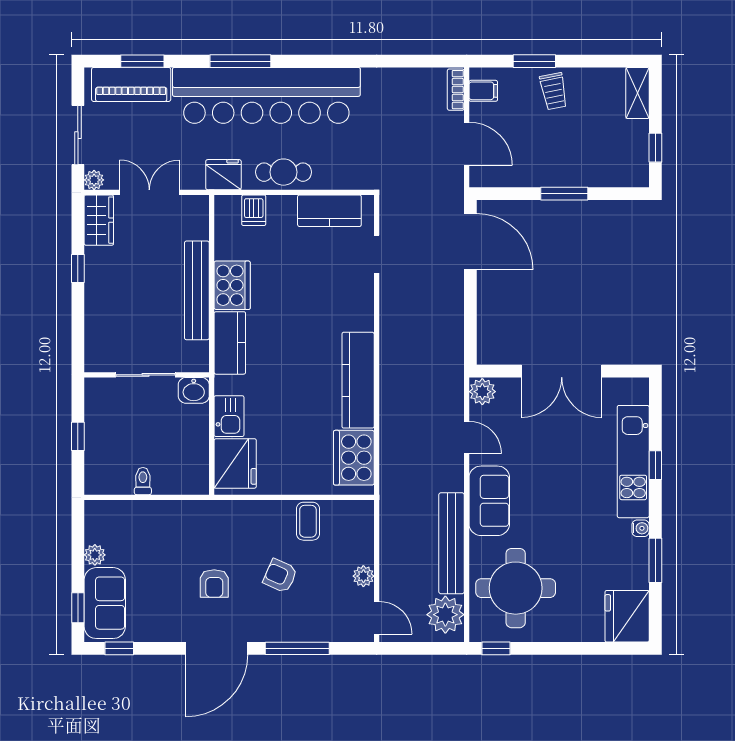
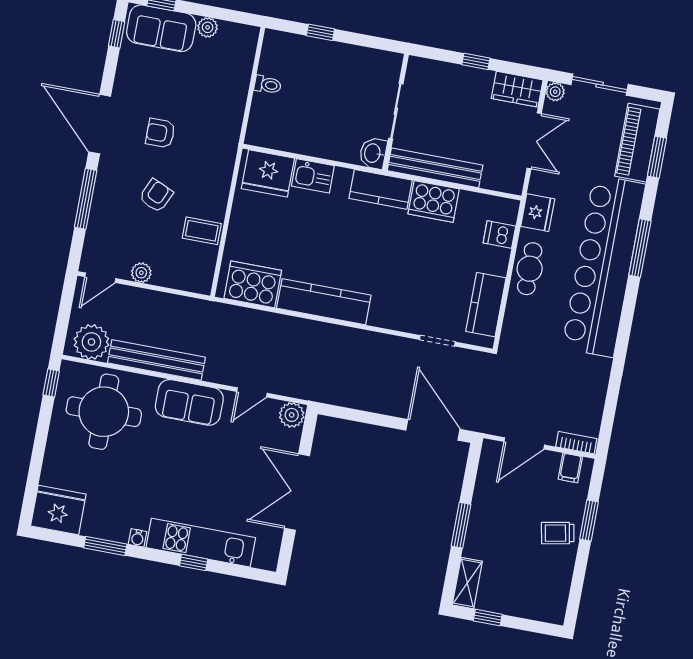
shelving: (637, 93) -> (467, 583), moved, turned 90
door: (470, 242) -> (433, 430), swing flipped
sliding door: (145, 375) -> (396, 111), moved
wall: (147, 375) -> (396, 112), moved
washbasin: (194, 390) -> (373, 153), moved

